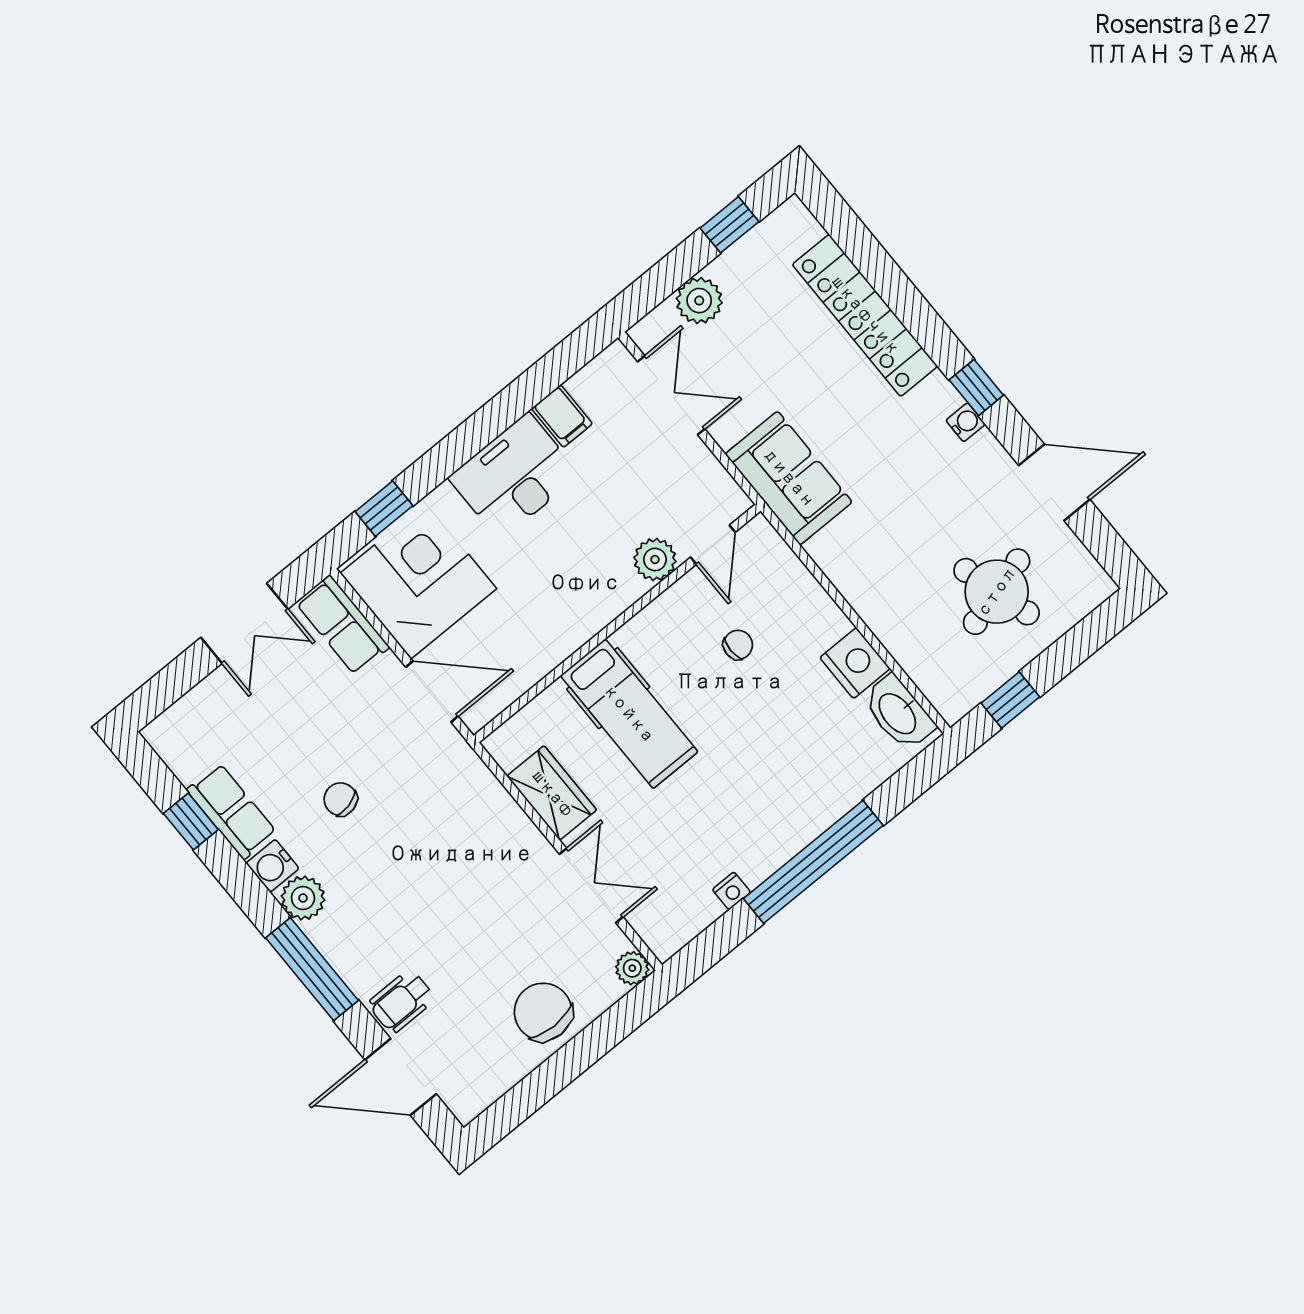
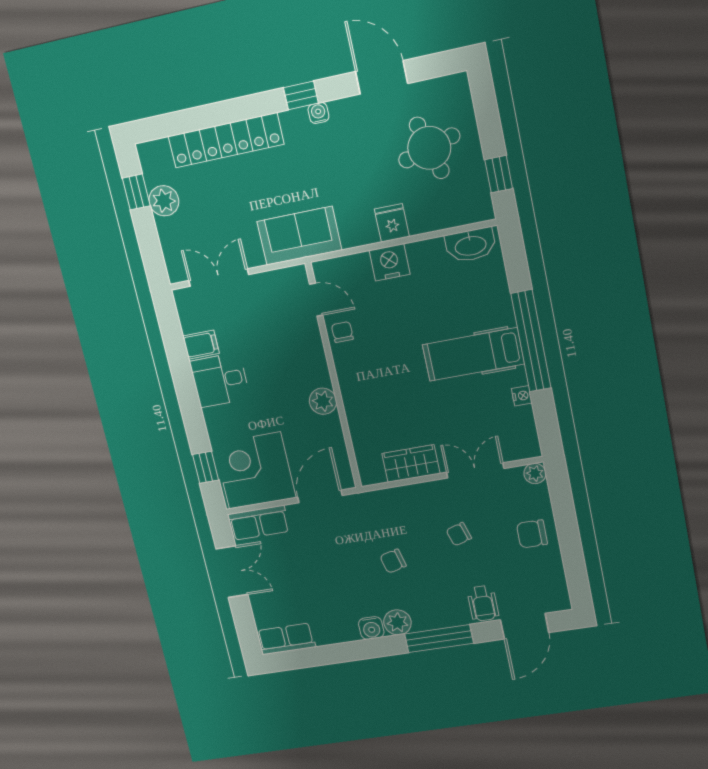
plant: (699, 301) -> (164, 201), moved
desk: (514, 476) -> (220, 380), width x0.73
door: (1054, 482) -> (382, 77), hinge flipped
plant: (655, 559) -> (323, 401), moved
fridge: (872, 593) -> (392, 223), added
chair: (738, 645) -> (342, 332), moved
nightstand: (855, 663) -> (390, 262), moved
hospital bed: (629, 714) -> (473, 354), moved, turned 180
chair: (340, 799) -> (393, 561), moved
row of seats: (232, 811) -> (286, 639), moved
window: (191, 821) -> (325, 655), removed
chair: (486, 913) -> (459, 534), added
chair: (543, 1012) -> (532, 534), width x0.73, depth x0.73

